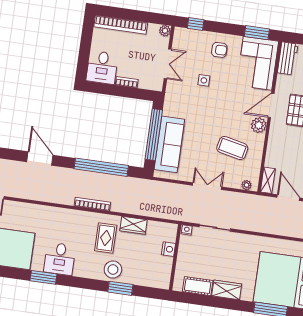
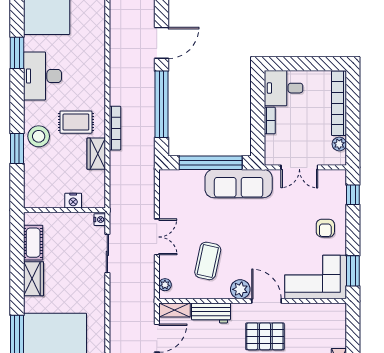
plant: (165, 31) -> (339, 144), moved
workbench: (288, 58) -> (211, 313), moved
side table: (204, 80) -> (285, 215), removed
sofa: (169, 144) -> (239, 184), moved
door: (40, 159) -> (161, 43), moved
bookcase: (92, 204) -> (115, 128), moved
desk: (60, 259) -> (42, 76), width x1.37

